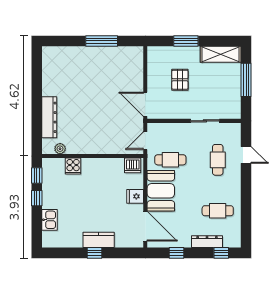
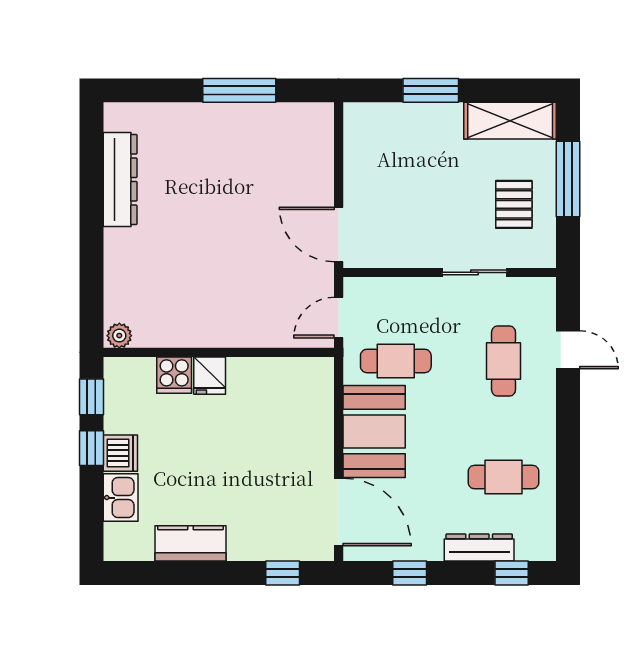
pallet: (180, 80) -> (514, 204), moved
dresser: (49, 117) -> (120, 180), moved
plant: (60, 149) -> (119, 336), moved
dishwasher: (133, 165) -> (120, 453), moved, turned -90
fridge: (135, 196) -> (210, 376), moved, turned -90
kitchen counter: (99, 240) -> (190, 543), moved
window: (94, 253) -> (283, 573), moved

